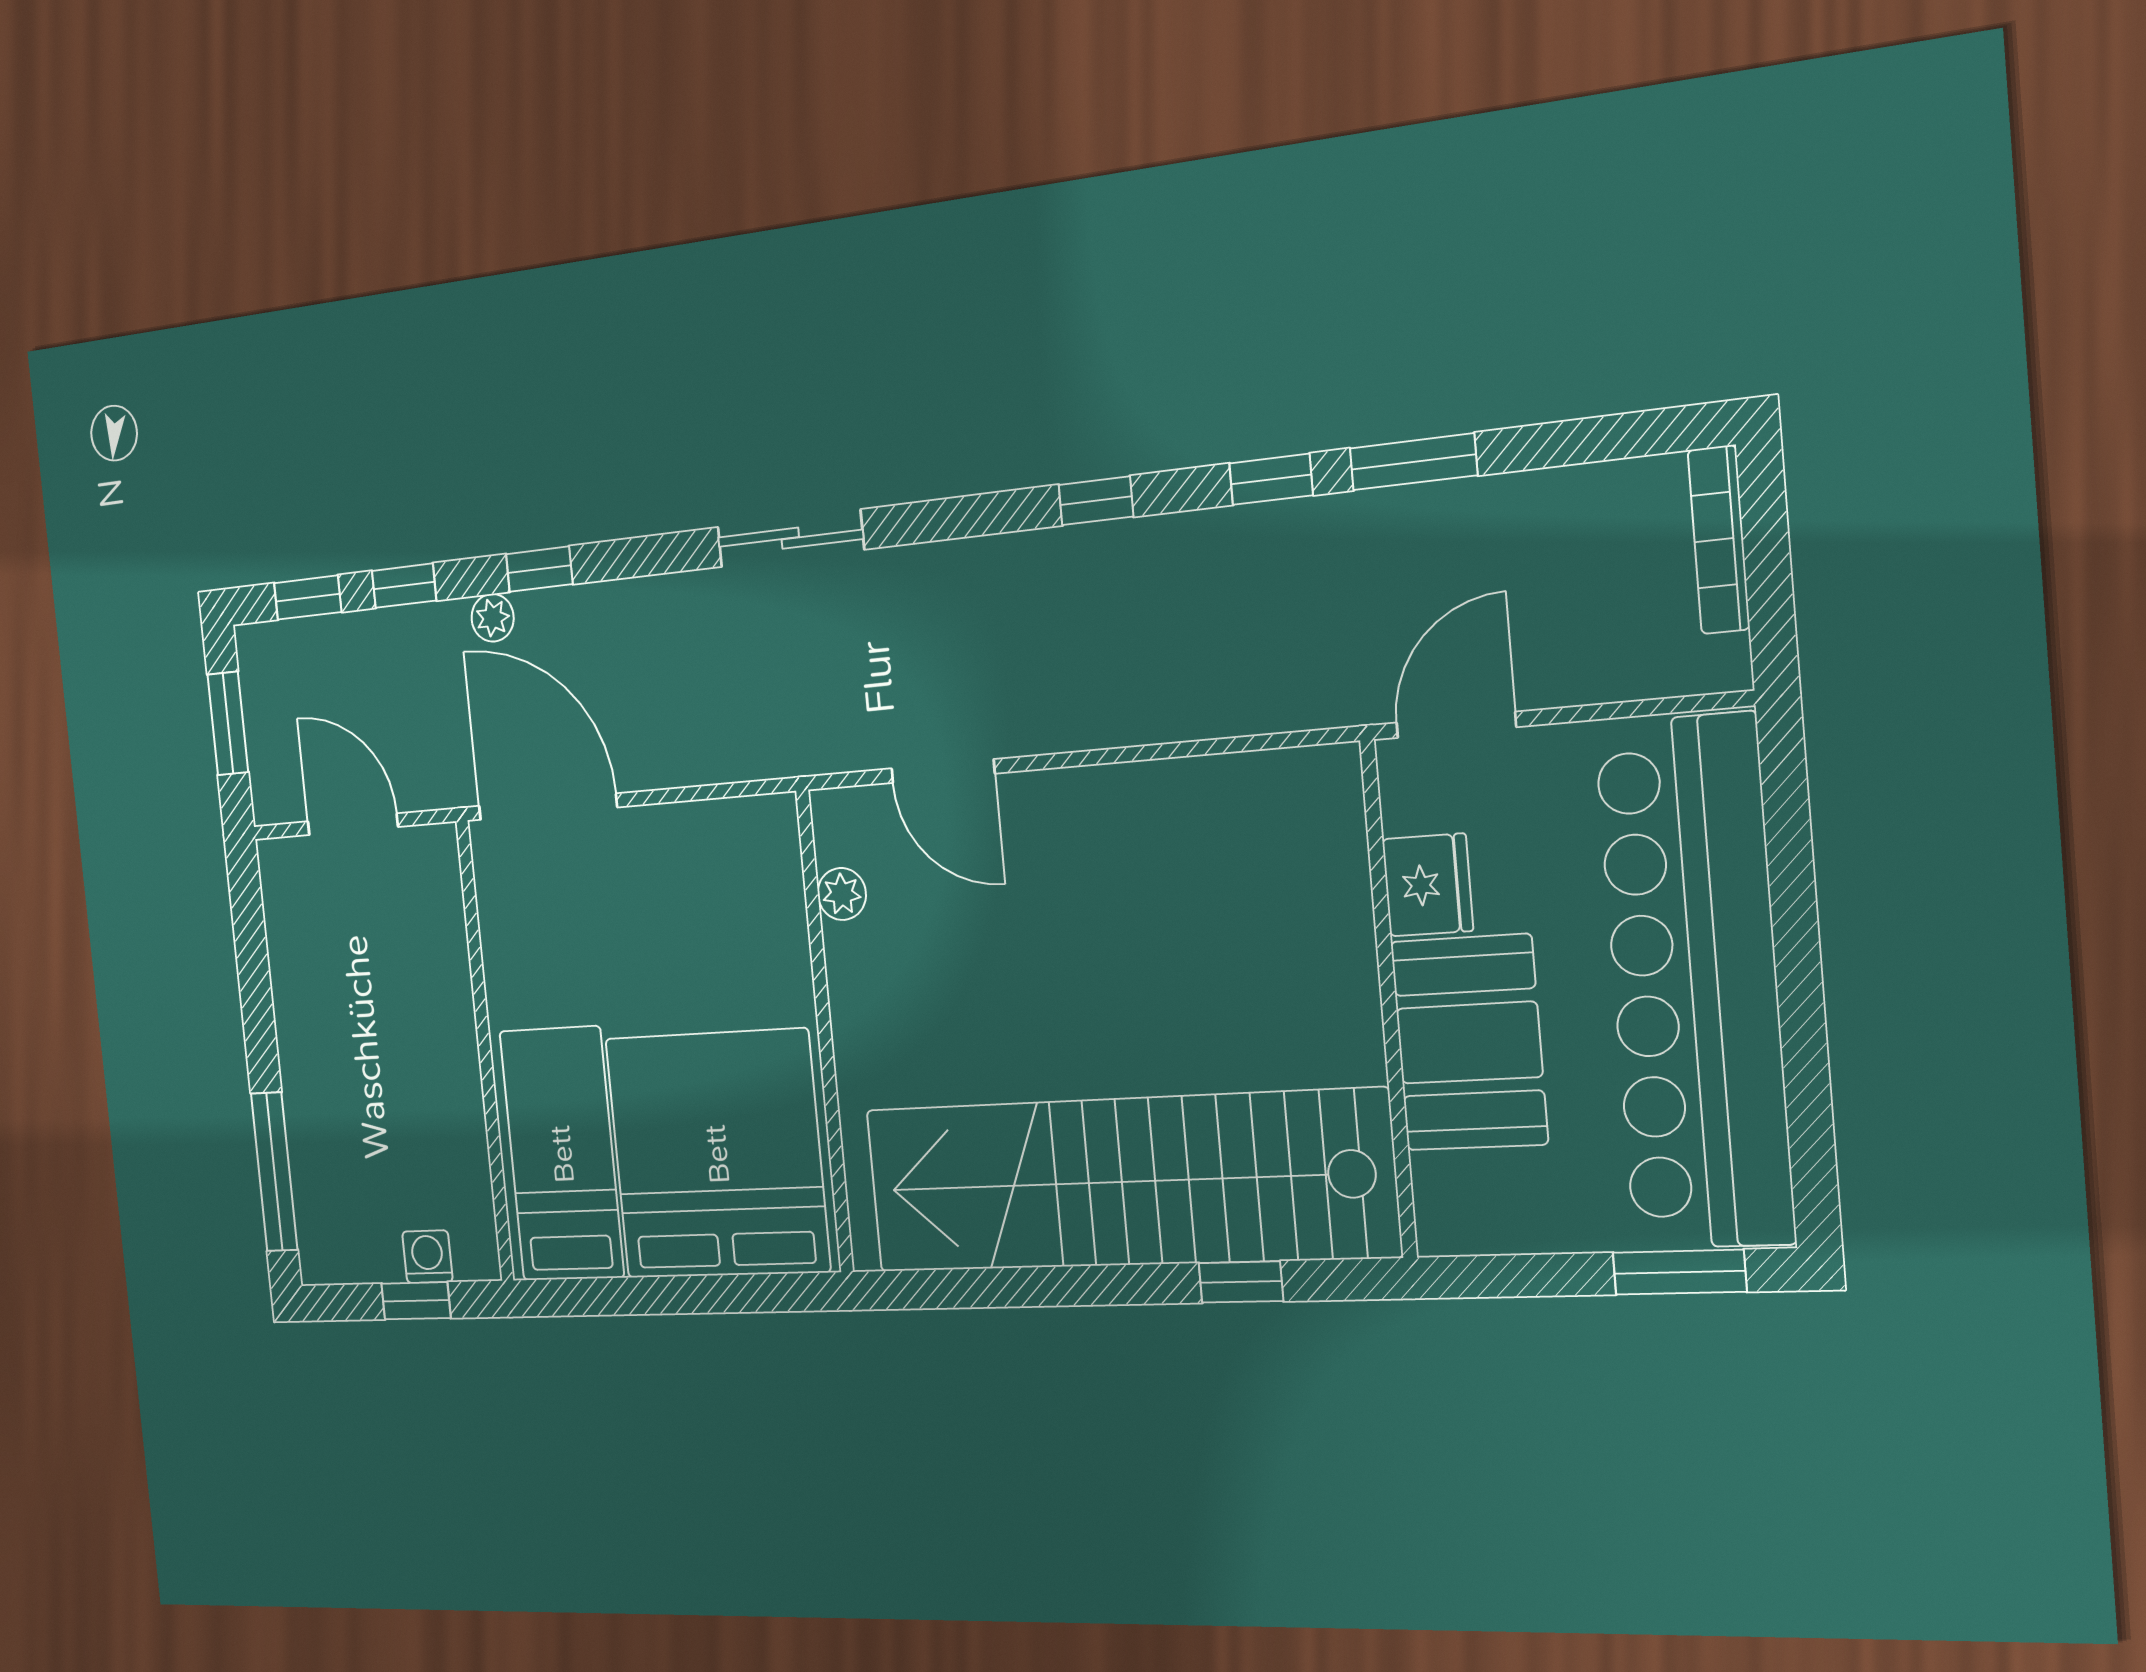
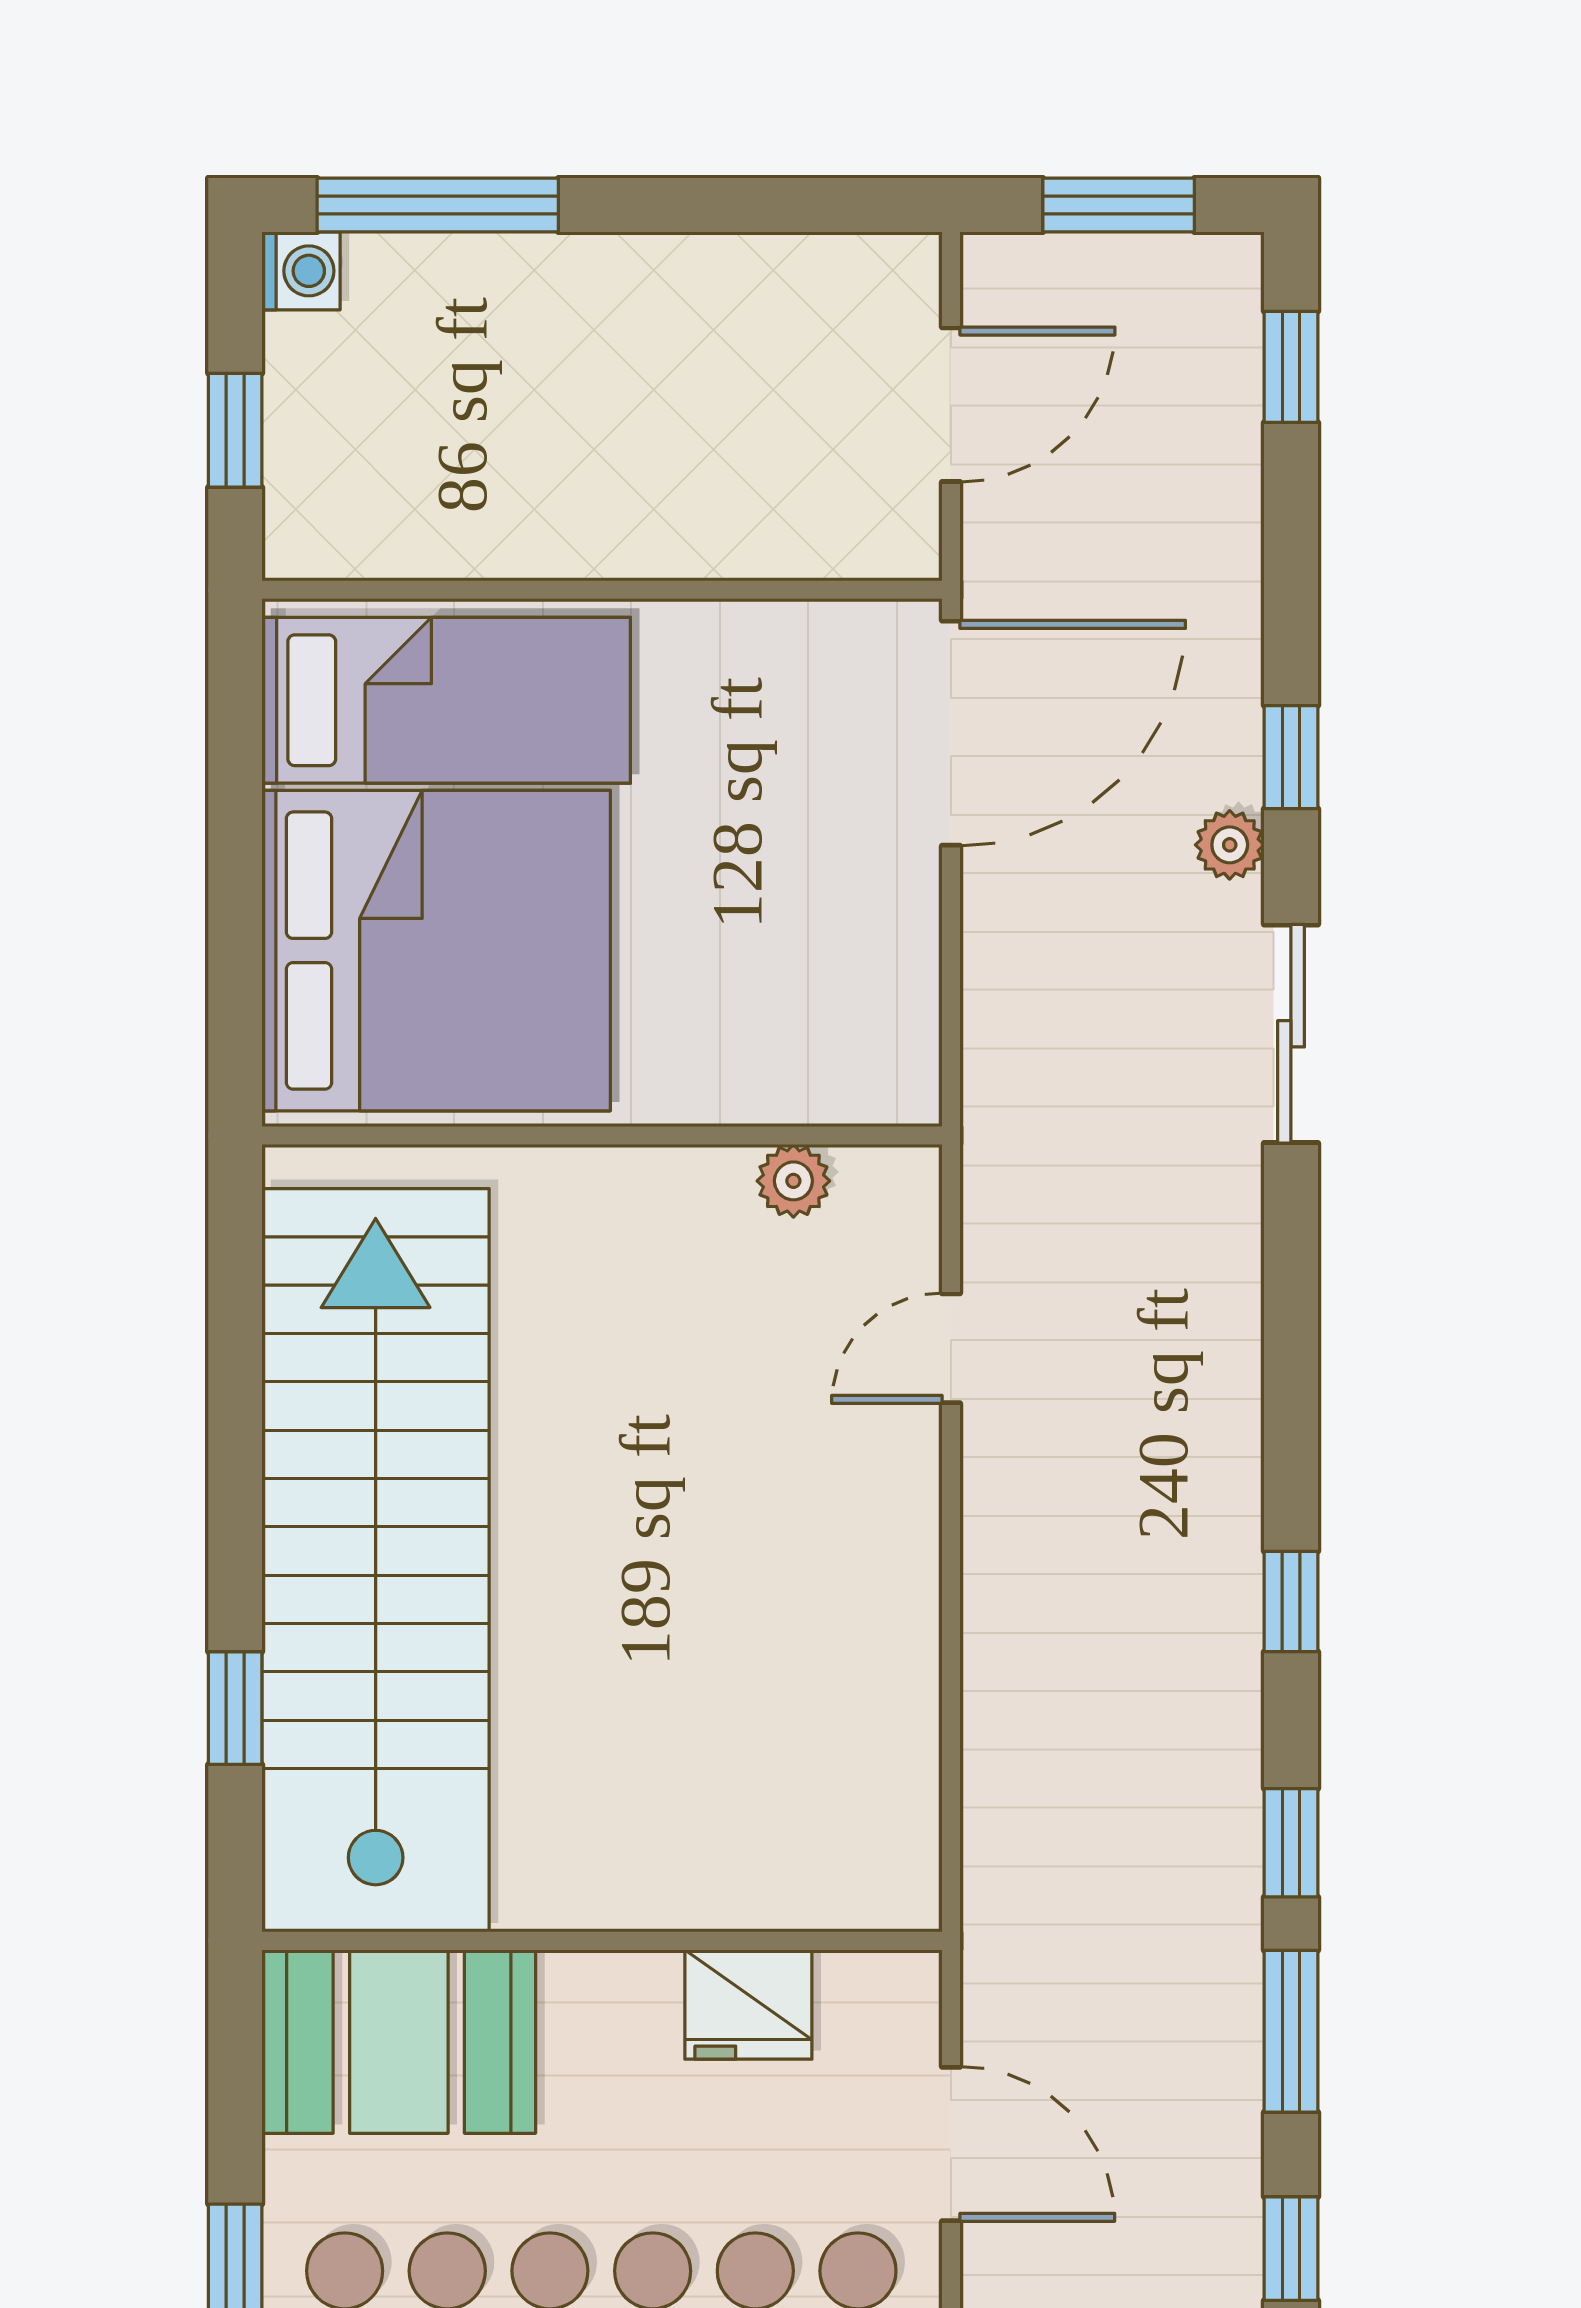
sliding door: (790, 538) -> (1291, 1034), moved
window: (404, 586) -> (1291, 2249), moved
plant: (493, 618) -> (1230, 845), moved
door: (1456, 725) -> (951, 2144), moved
door: (943, 771) -> (951, 1348), width x0.73
booth: (1469, 1043) -> (399, 2042), moved
washing machine: (427, 1257) -> (301, 271), moved

